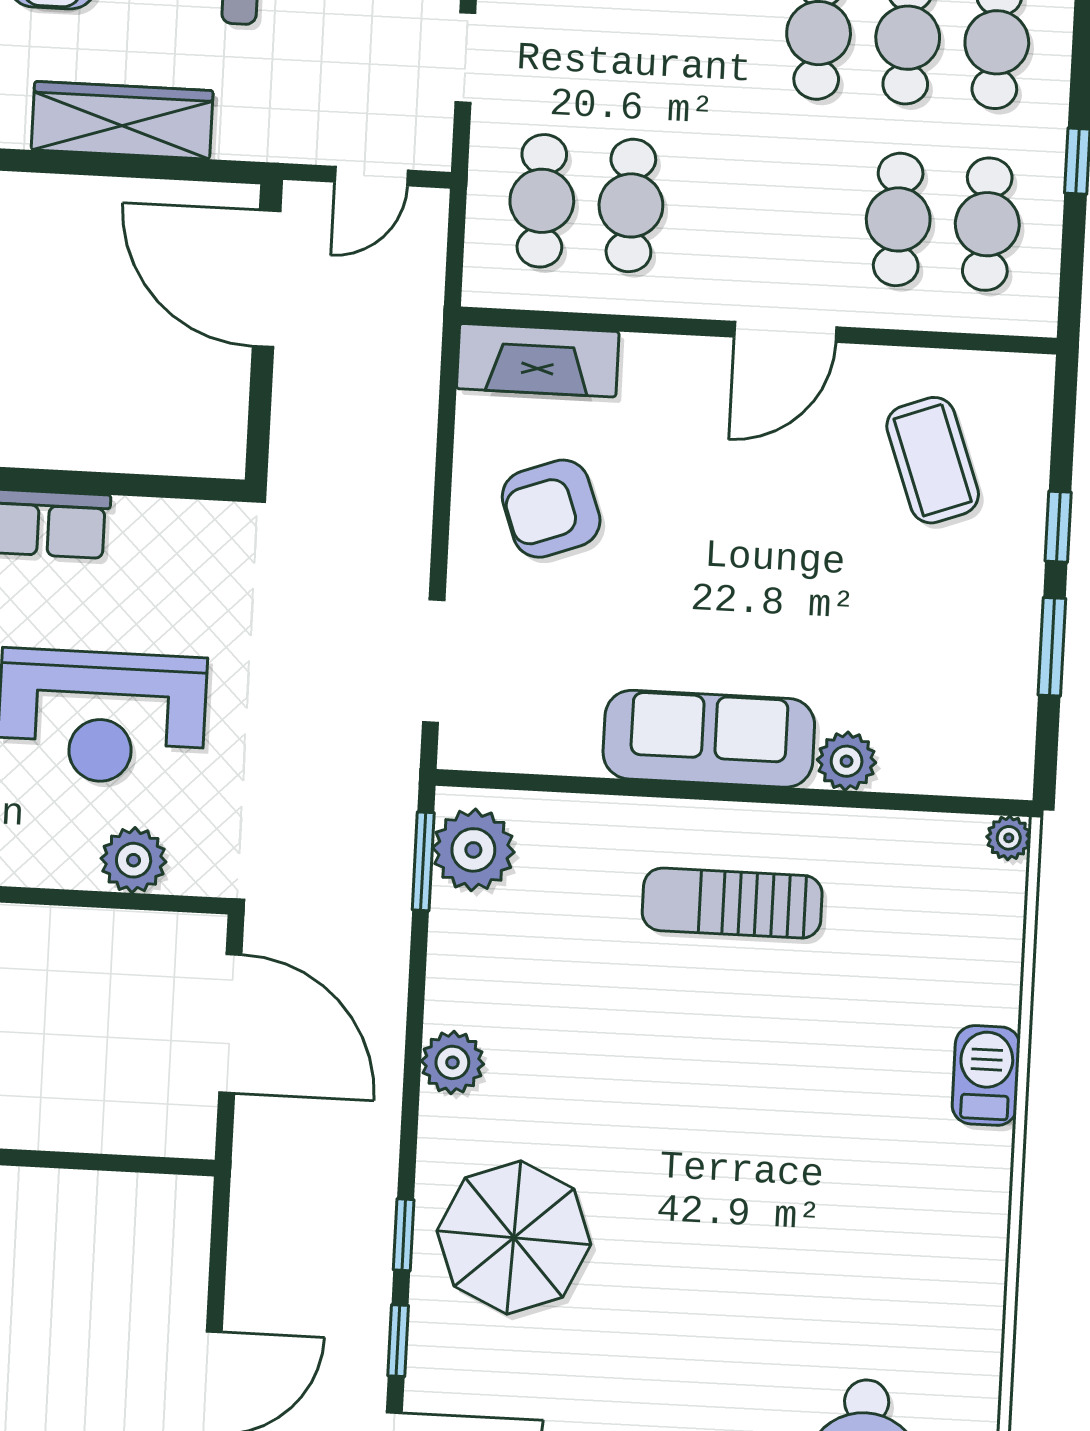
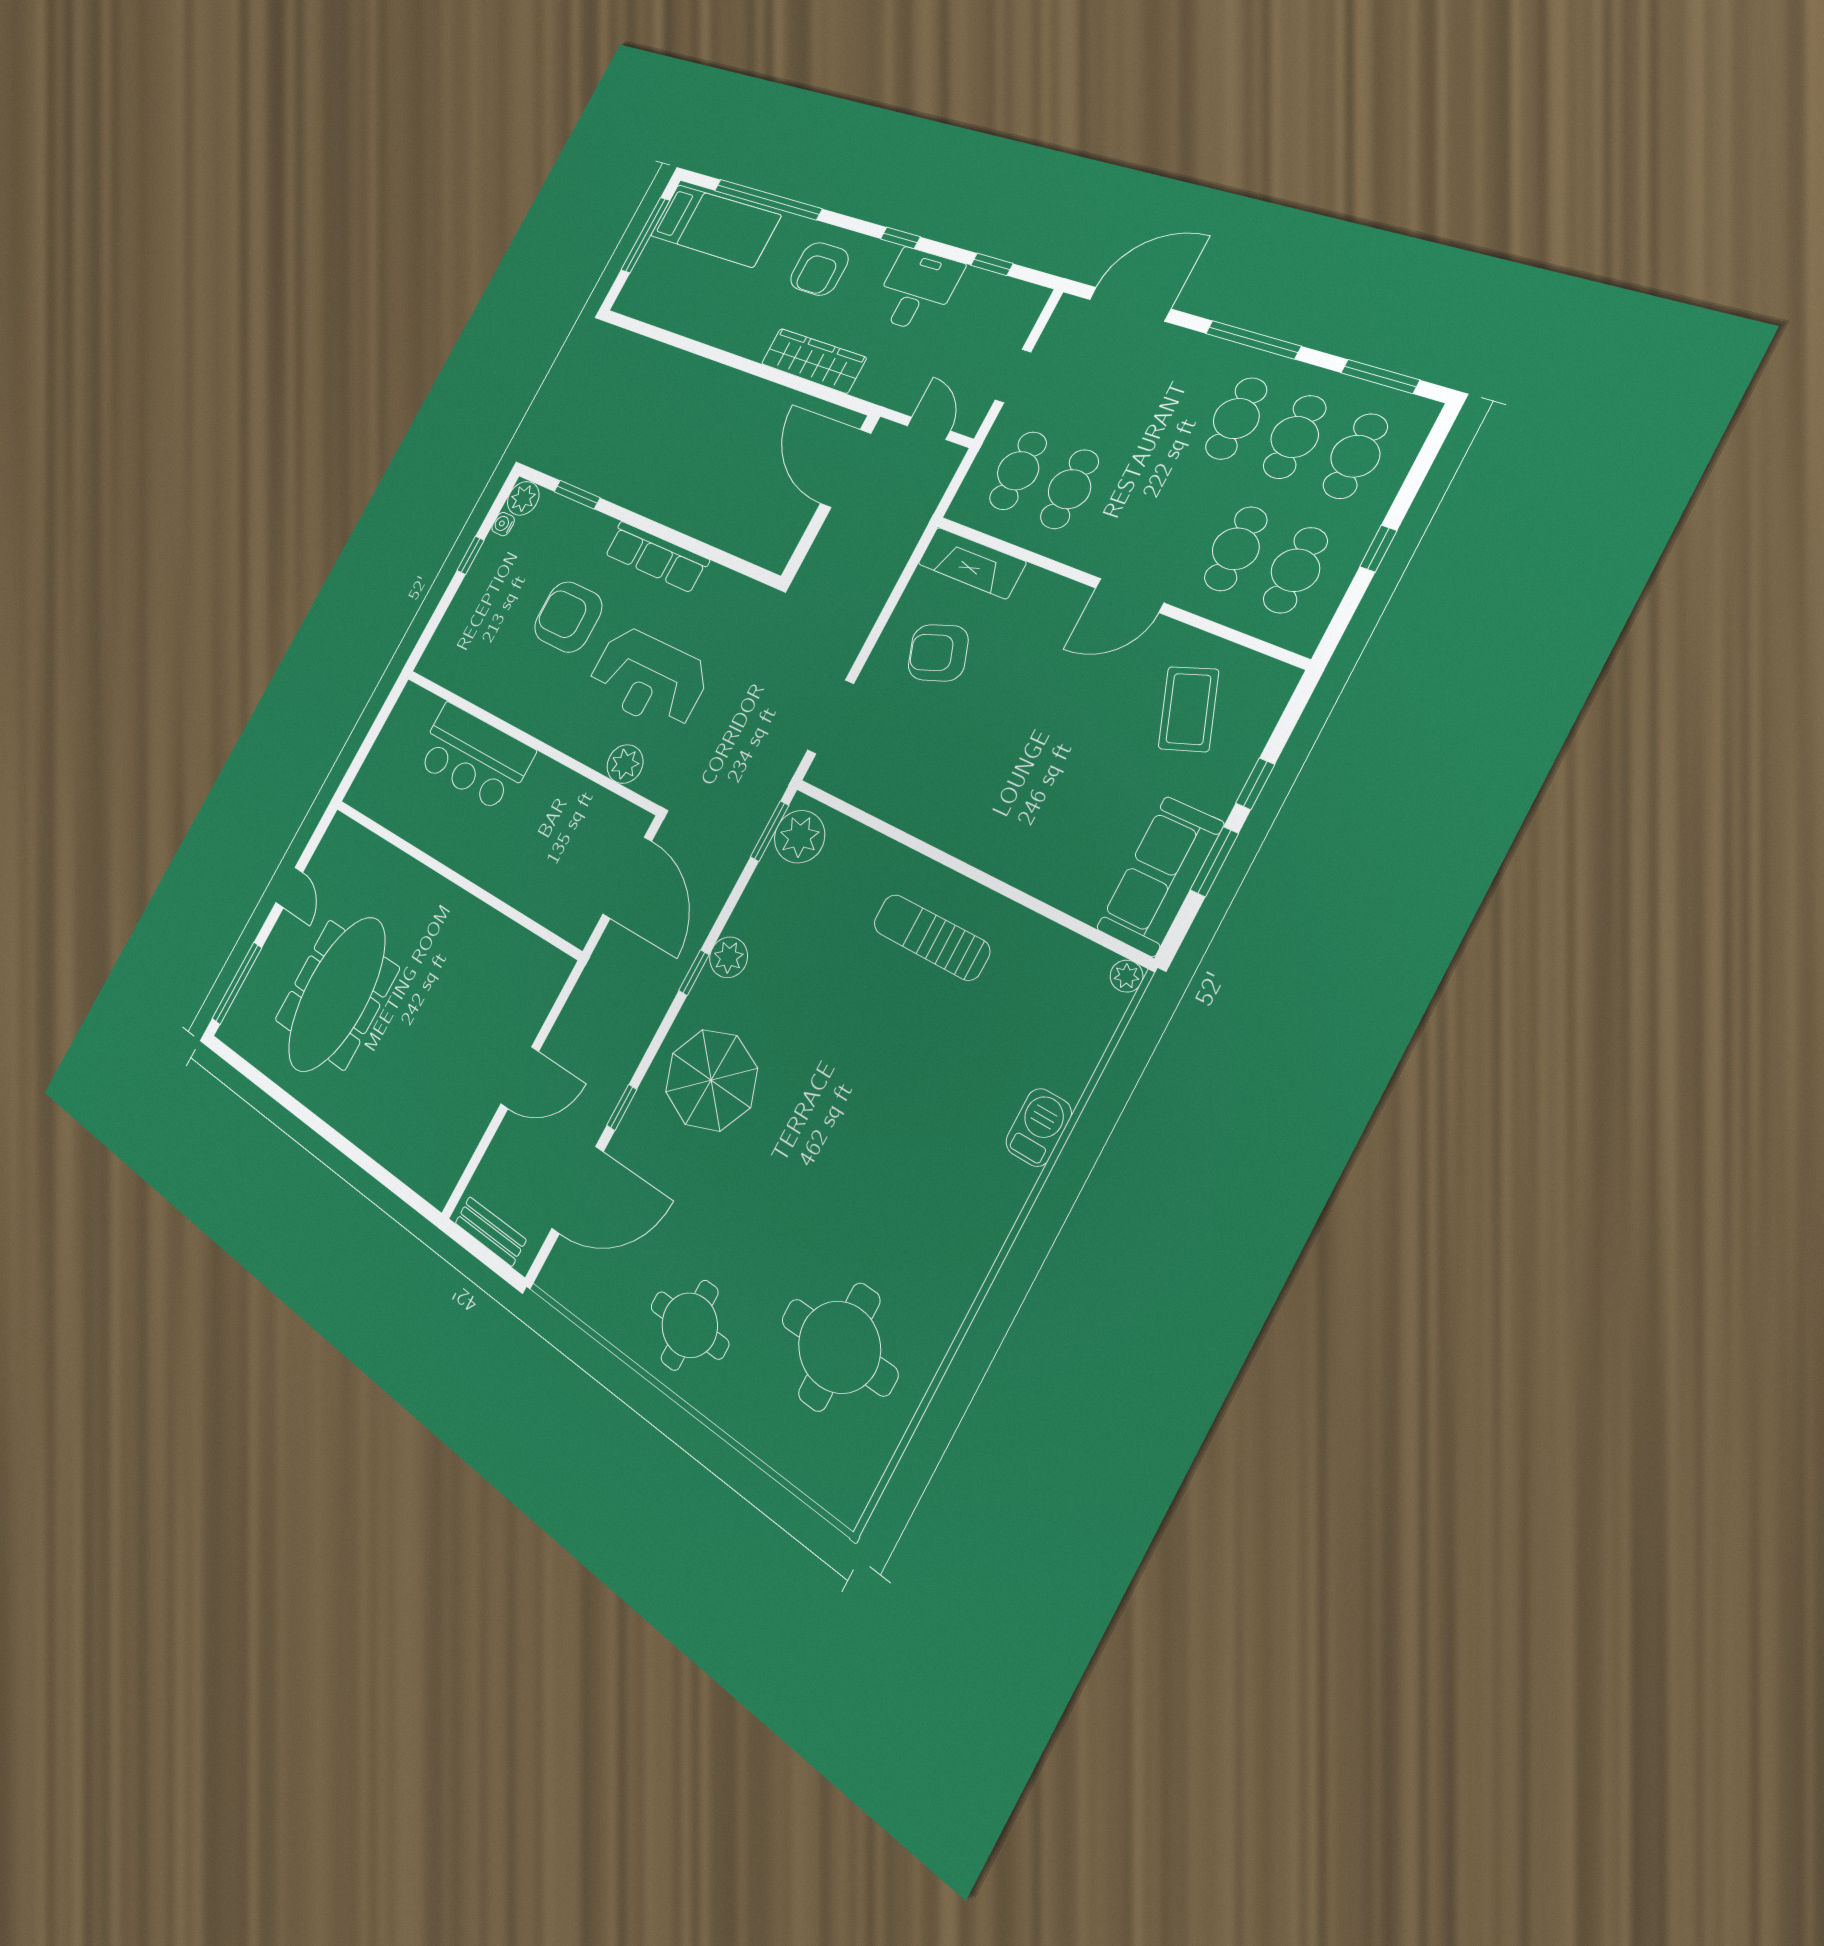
door: (371, 176) -> (929, 428), swing flipped
sofa: (709, 739) -> (1160, 876), moved, turned -90
plant: (847, 761) -> (1043, 879), removed
window: (404, 1235) -> (694, 973), moved

